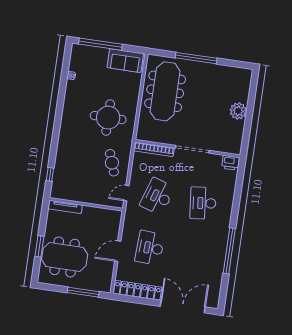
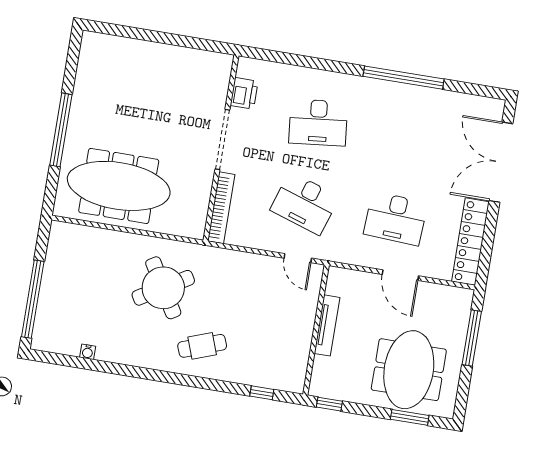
sofa: (125, 61) -> (63, 256), removed
plant: (238, 111) -> (156, 57), removed
round table: (108, 118) -> (163, 288), turned -31
cafe table: (112, 163) -> (202, 346), moved
printer: (230, 163) -> (244, 93), moved
tv unit: (65, 207) -> (327, 325), moved
window: (44, 213) -> (329, 404), added
window: (39, 246) -> (410, 417), moved

